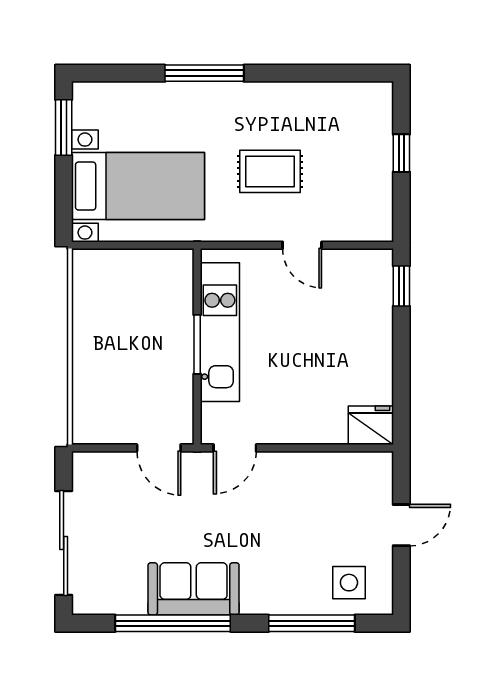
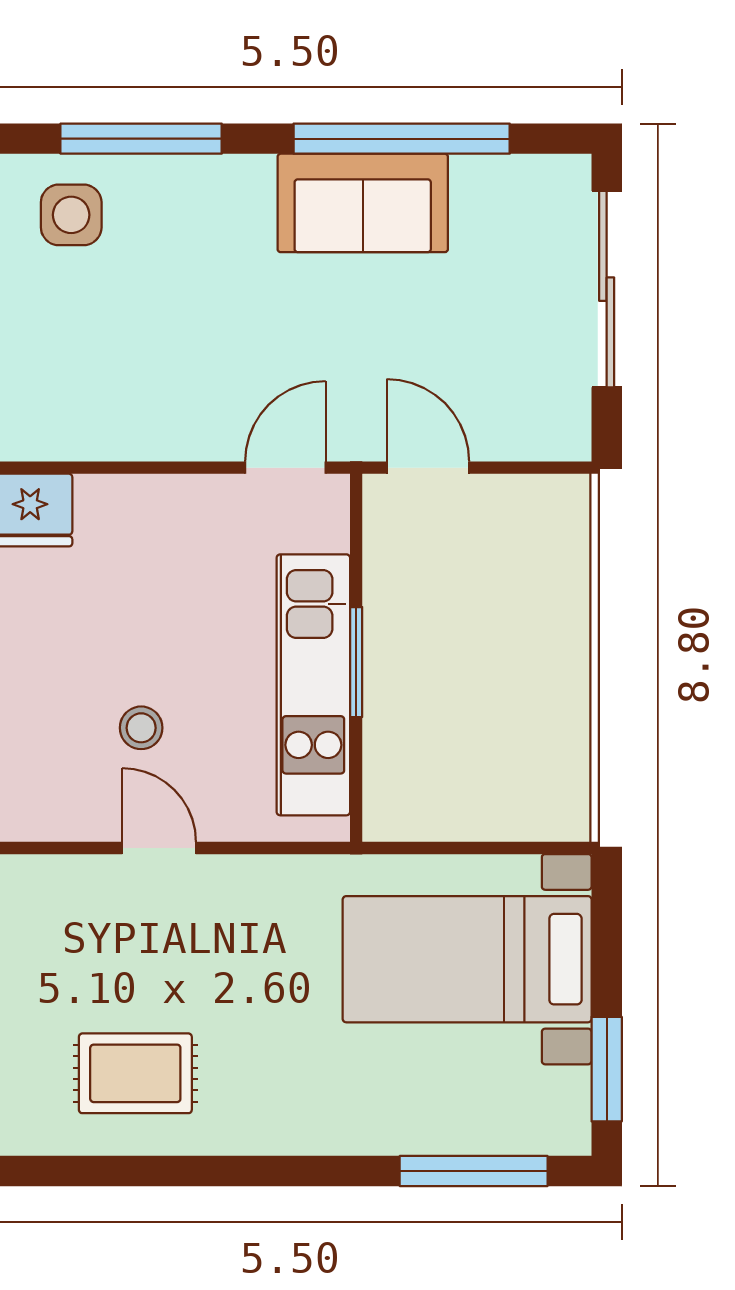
window: (204, 73) -> (474, 1171), moved
rug: (270, 171) -> (135, 1073), moved
stool: (312, 309) -> (141, 728), added

